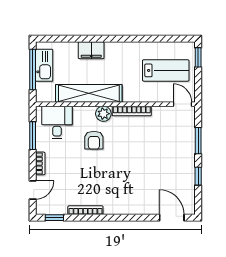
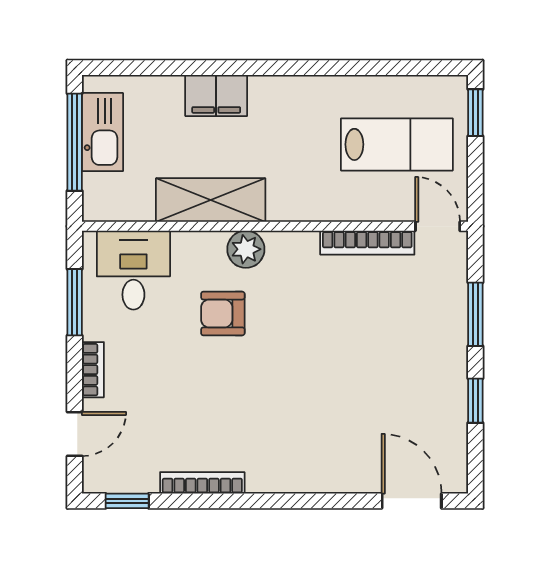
shelving: (89, 93) -> (211, 200), width x0.68
bookcase: (132, 111) -> (367, 243), moved
armchair: (94, 140) -> (223, 313), turned 90

